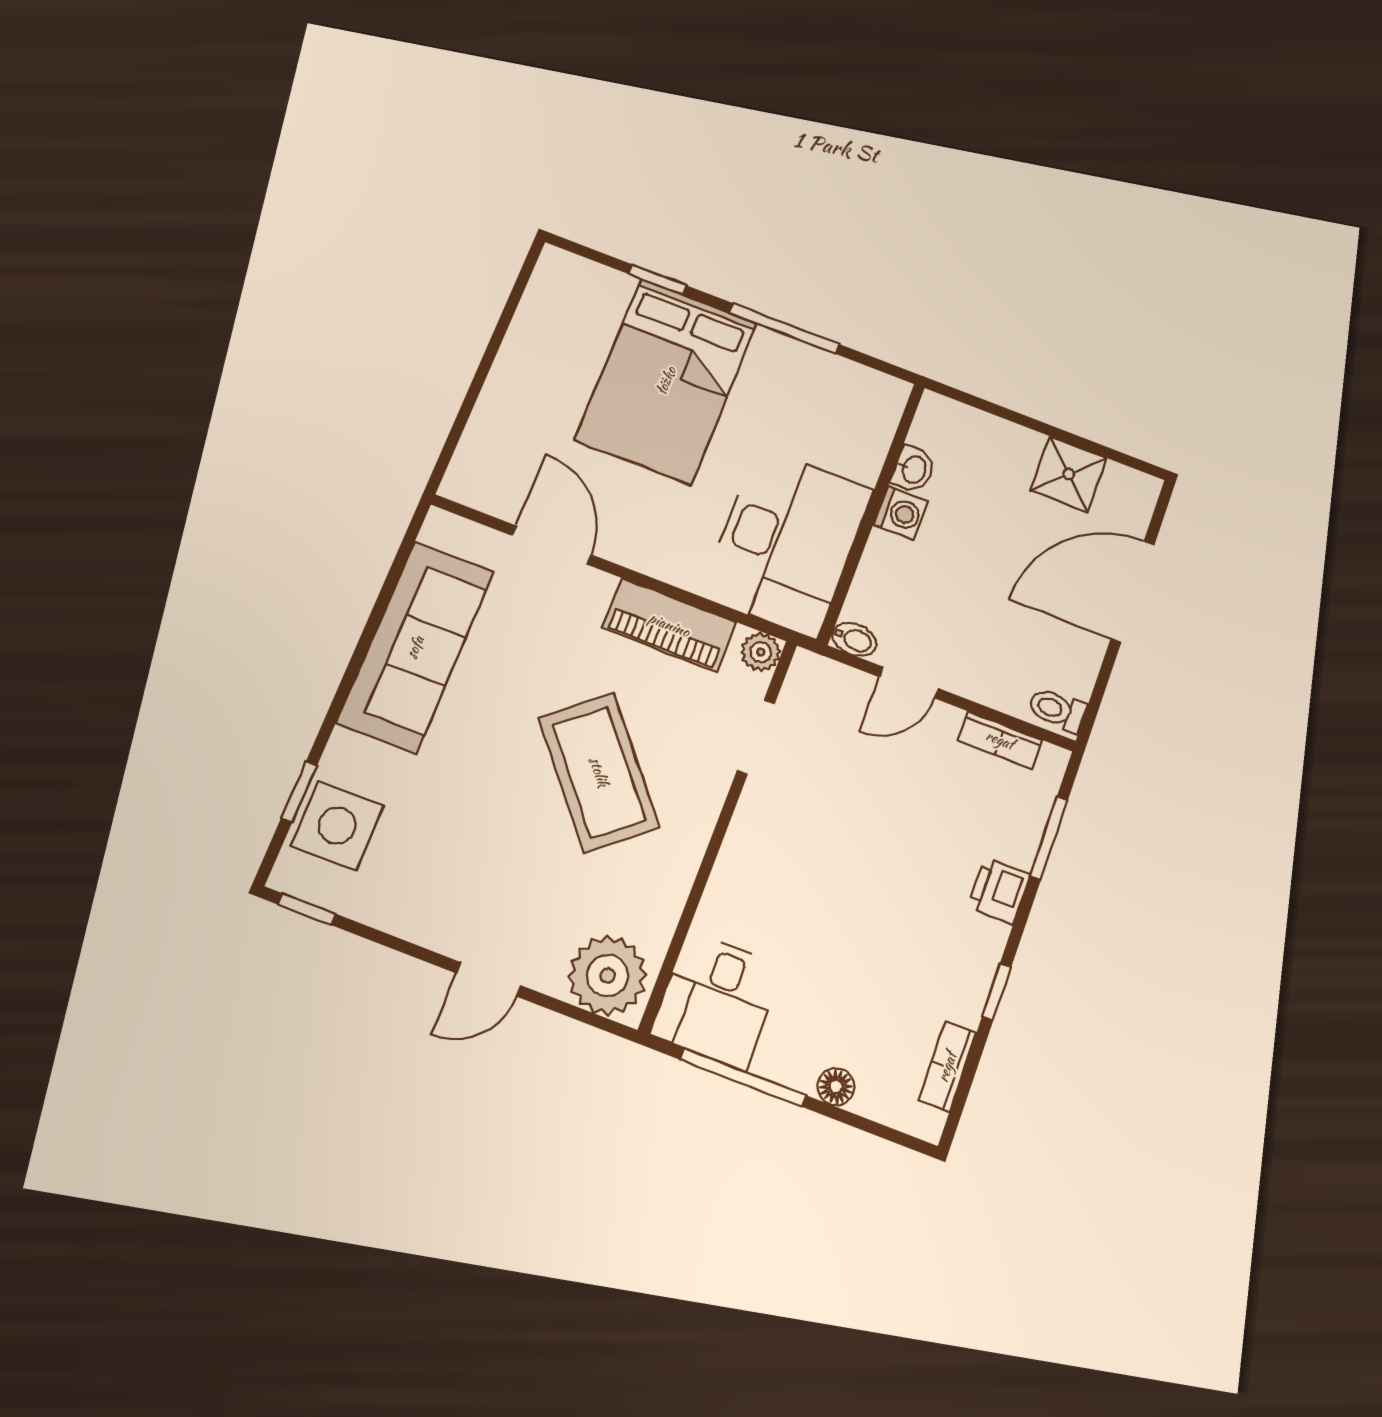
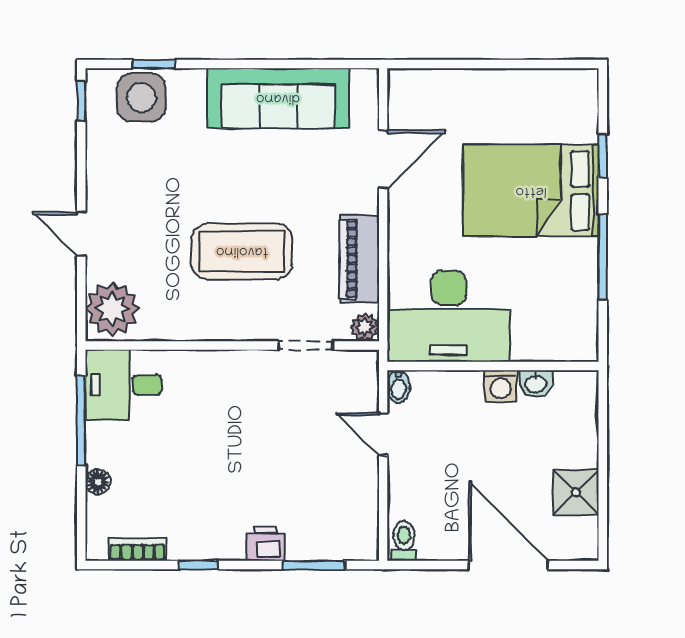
bookcase: (1000, 740) -> (368, 509), removed
coffee table: (599, 772) -> (242, 251), turned 40

